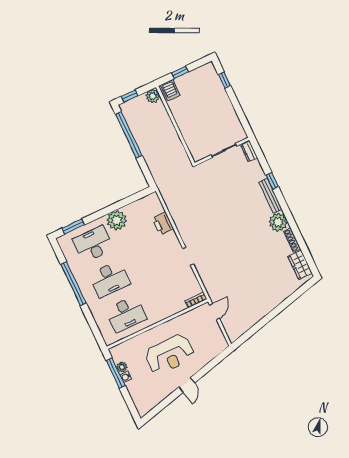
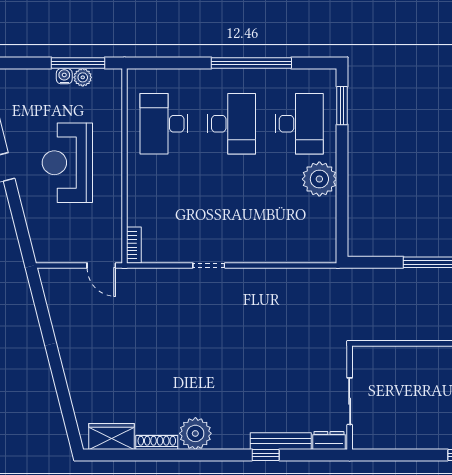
bench: (270, 196) -> (281, 441), moved
printer: (163, 224) -> (280, 250), removed
desk: (110, 279) -> (232, 124), turned 180

